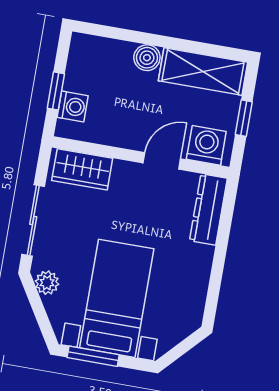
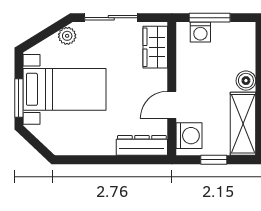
window: (56, 91) -> (210, 18), width x1.50
door: (162, 161) -> (172, 105), swing flipped
window: (93, 356) -> (19, 98), moved

